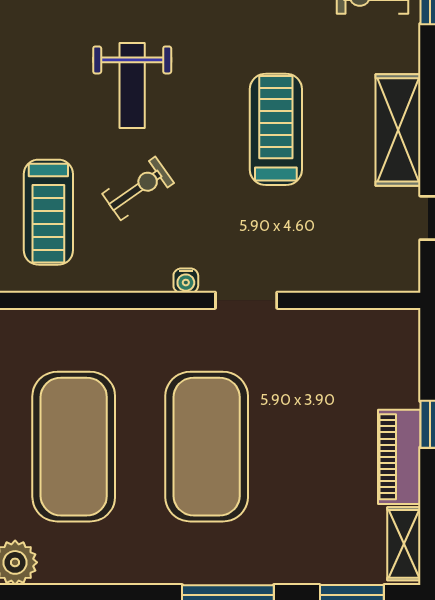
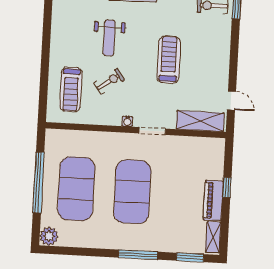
shelving: (398, 130) -> (200, 121), moved, turned 90

